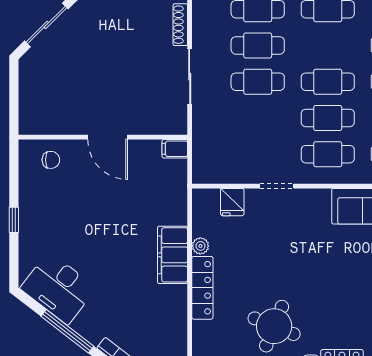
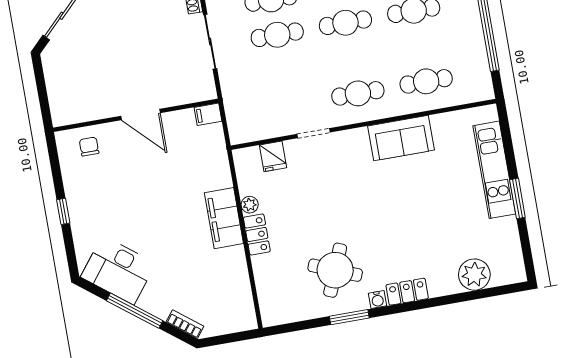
cafe table: (328, 118) -> (352, 58), removed
chair: (51, 160) -> (89, 147), turned -90
locker: (202, 288) -> (257, 234), width x0.66

